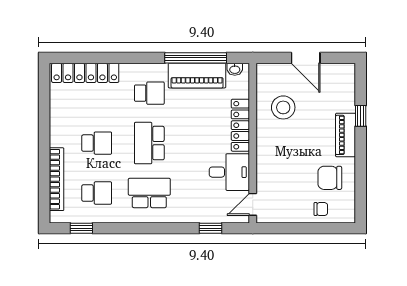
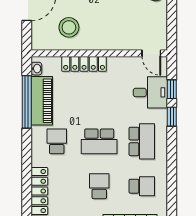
desk: (229, 172) -> (150, 92), moved, turned 90
school desk: (97, 193) -> (142, 186), turned 90
school desk: (149, 193) -> (142, 141), turned 180
window: (81, 228) -> (172, 117), moved

